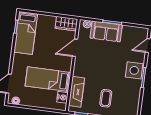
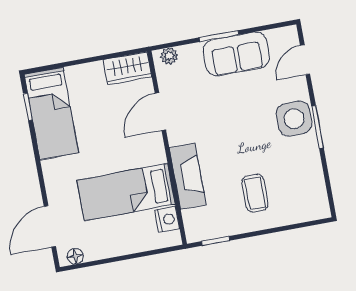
sofa: (106, 31) -> (236, 54), moved
fireplace: (77, 92) -> (188, 176), moved

